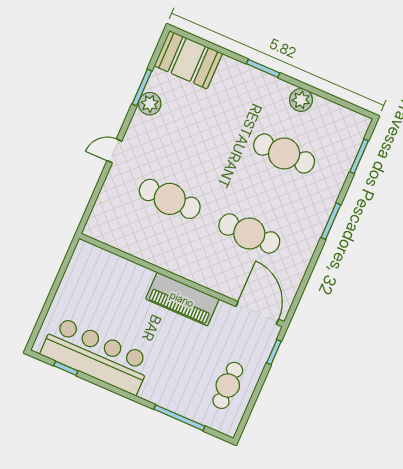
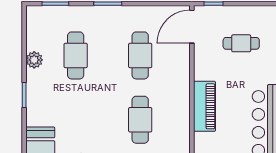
piano: (182, 299) -> (204, 106), moved
cafe table: (228, 385) -> (241, 43), moved

